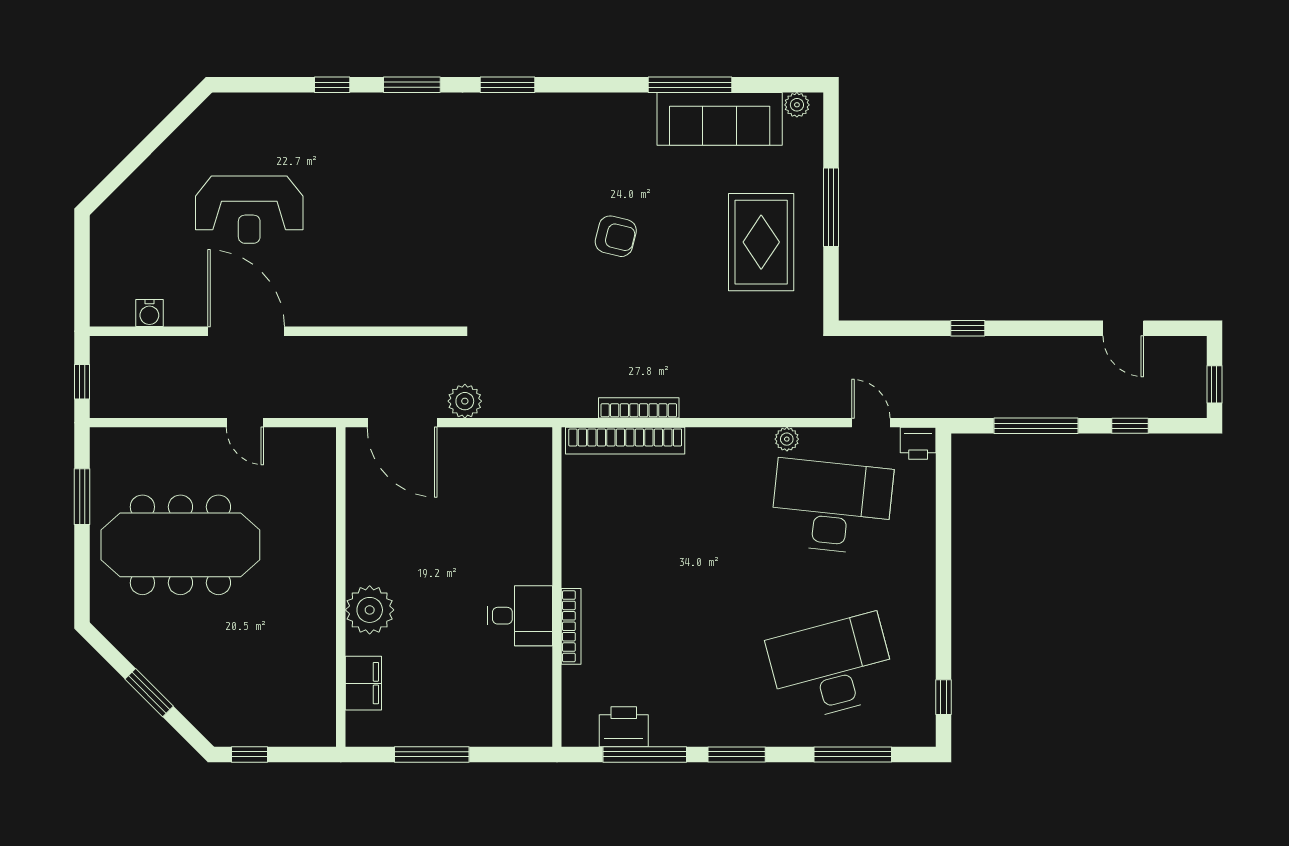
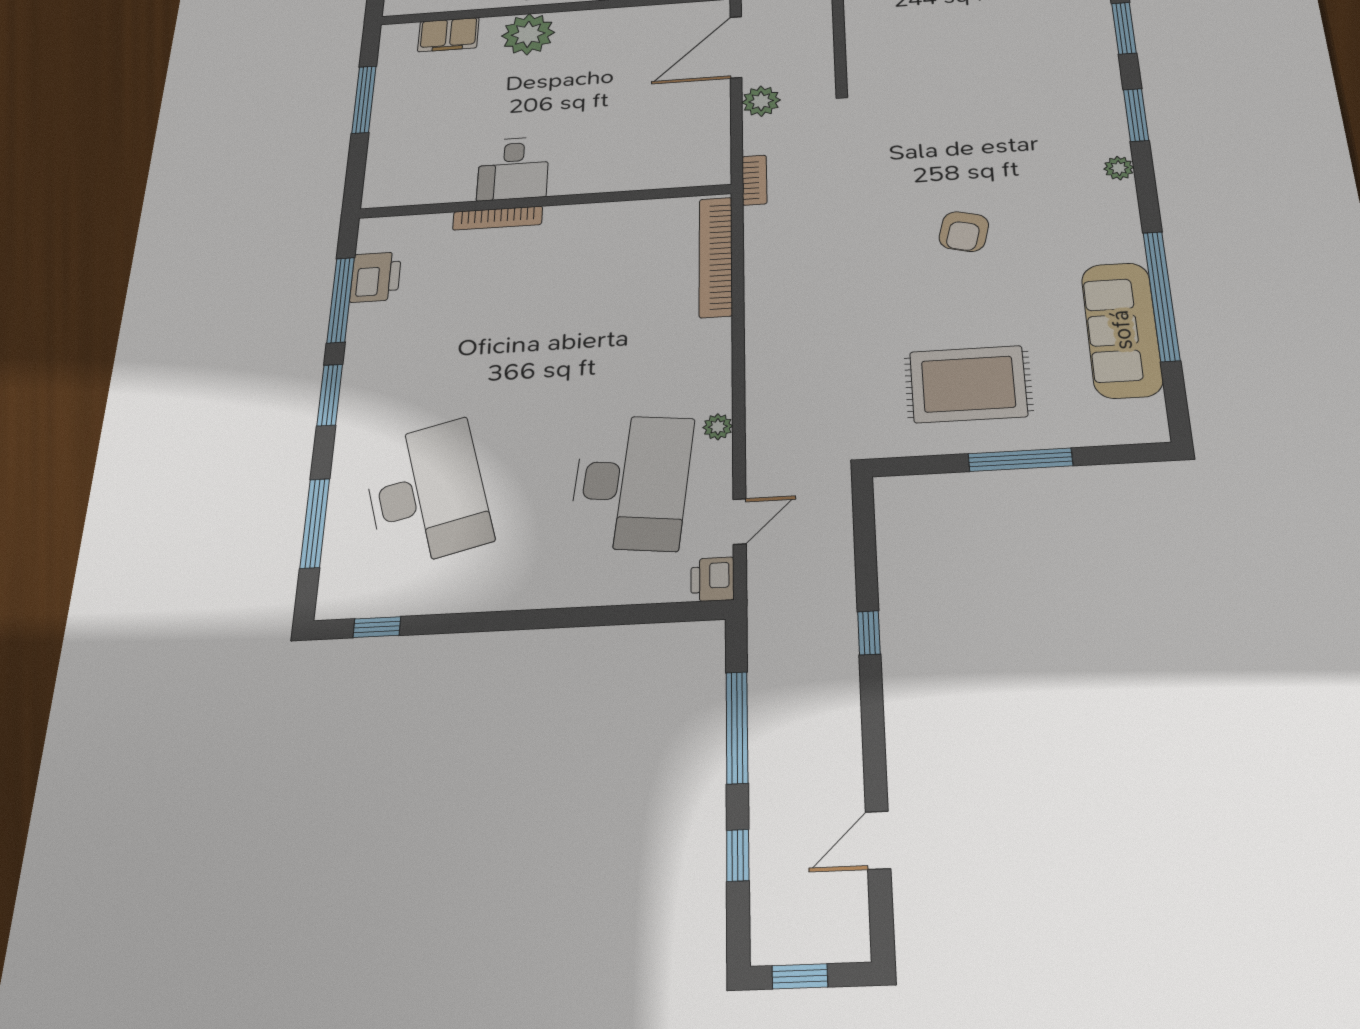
window: (690, 85) -> (1161, 296), width x1.46
plant: (797, 105) -> (1119, 168), moved
bookcase: (639, 408) -> (754, 180), moved, width x0.64

